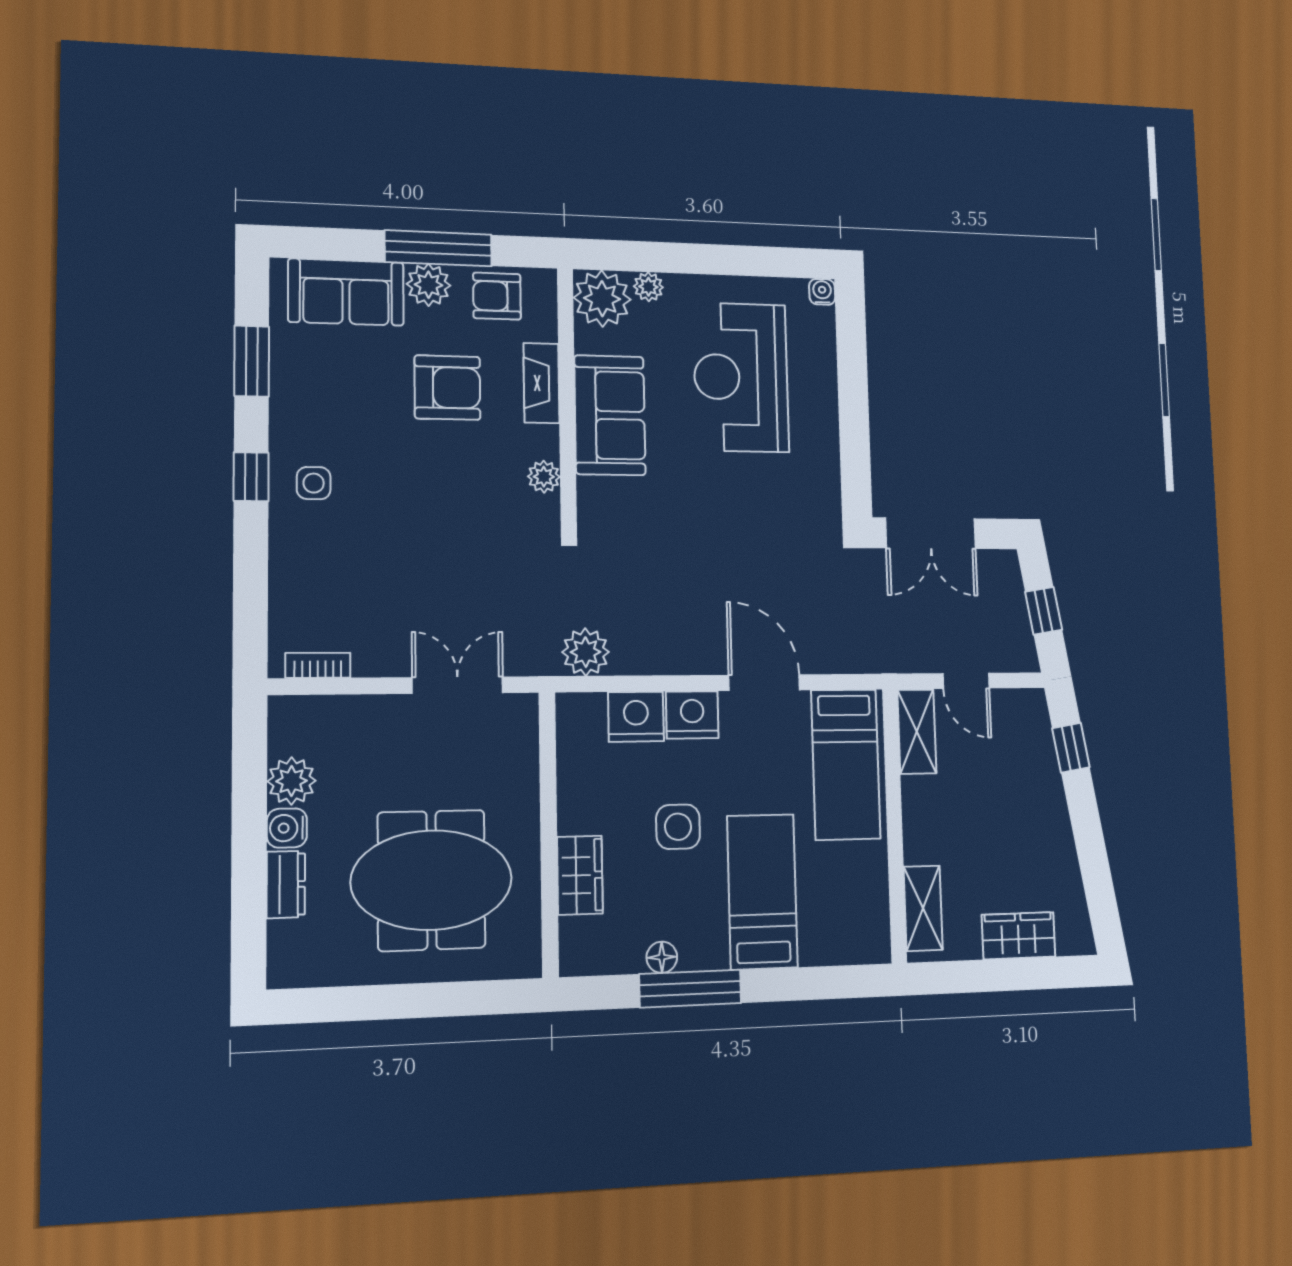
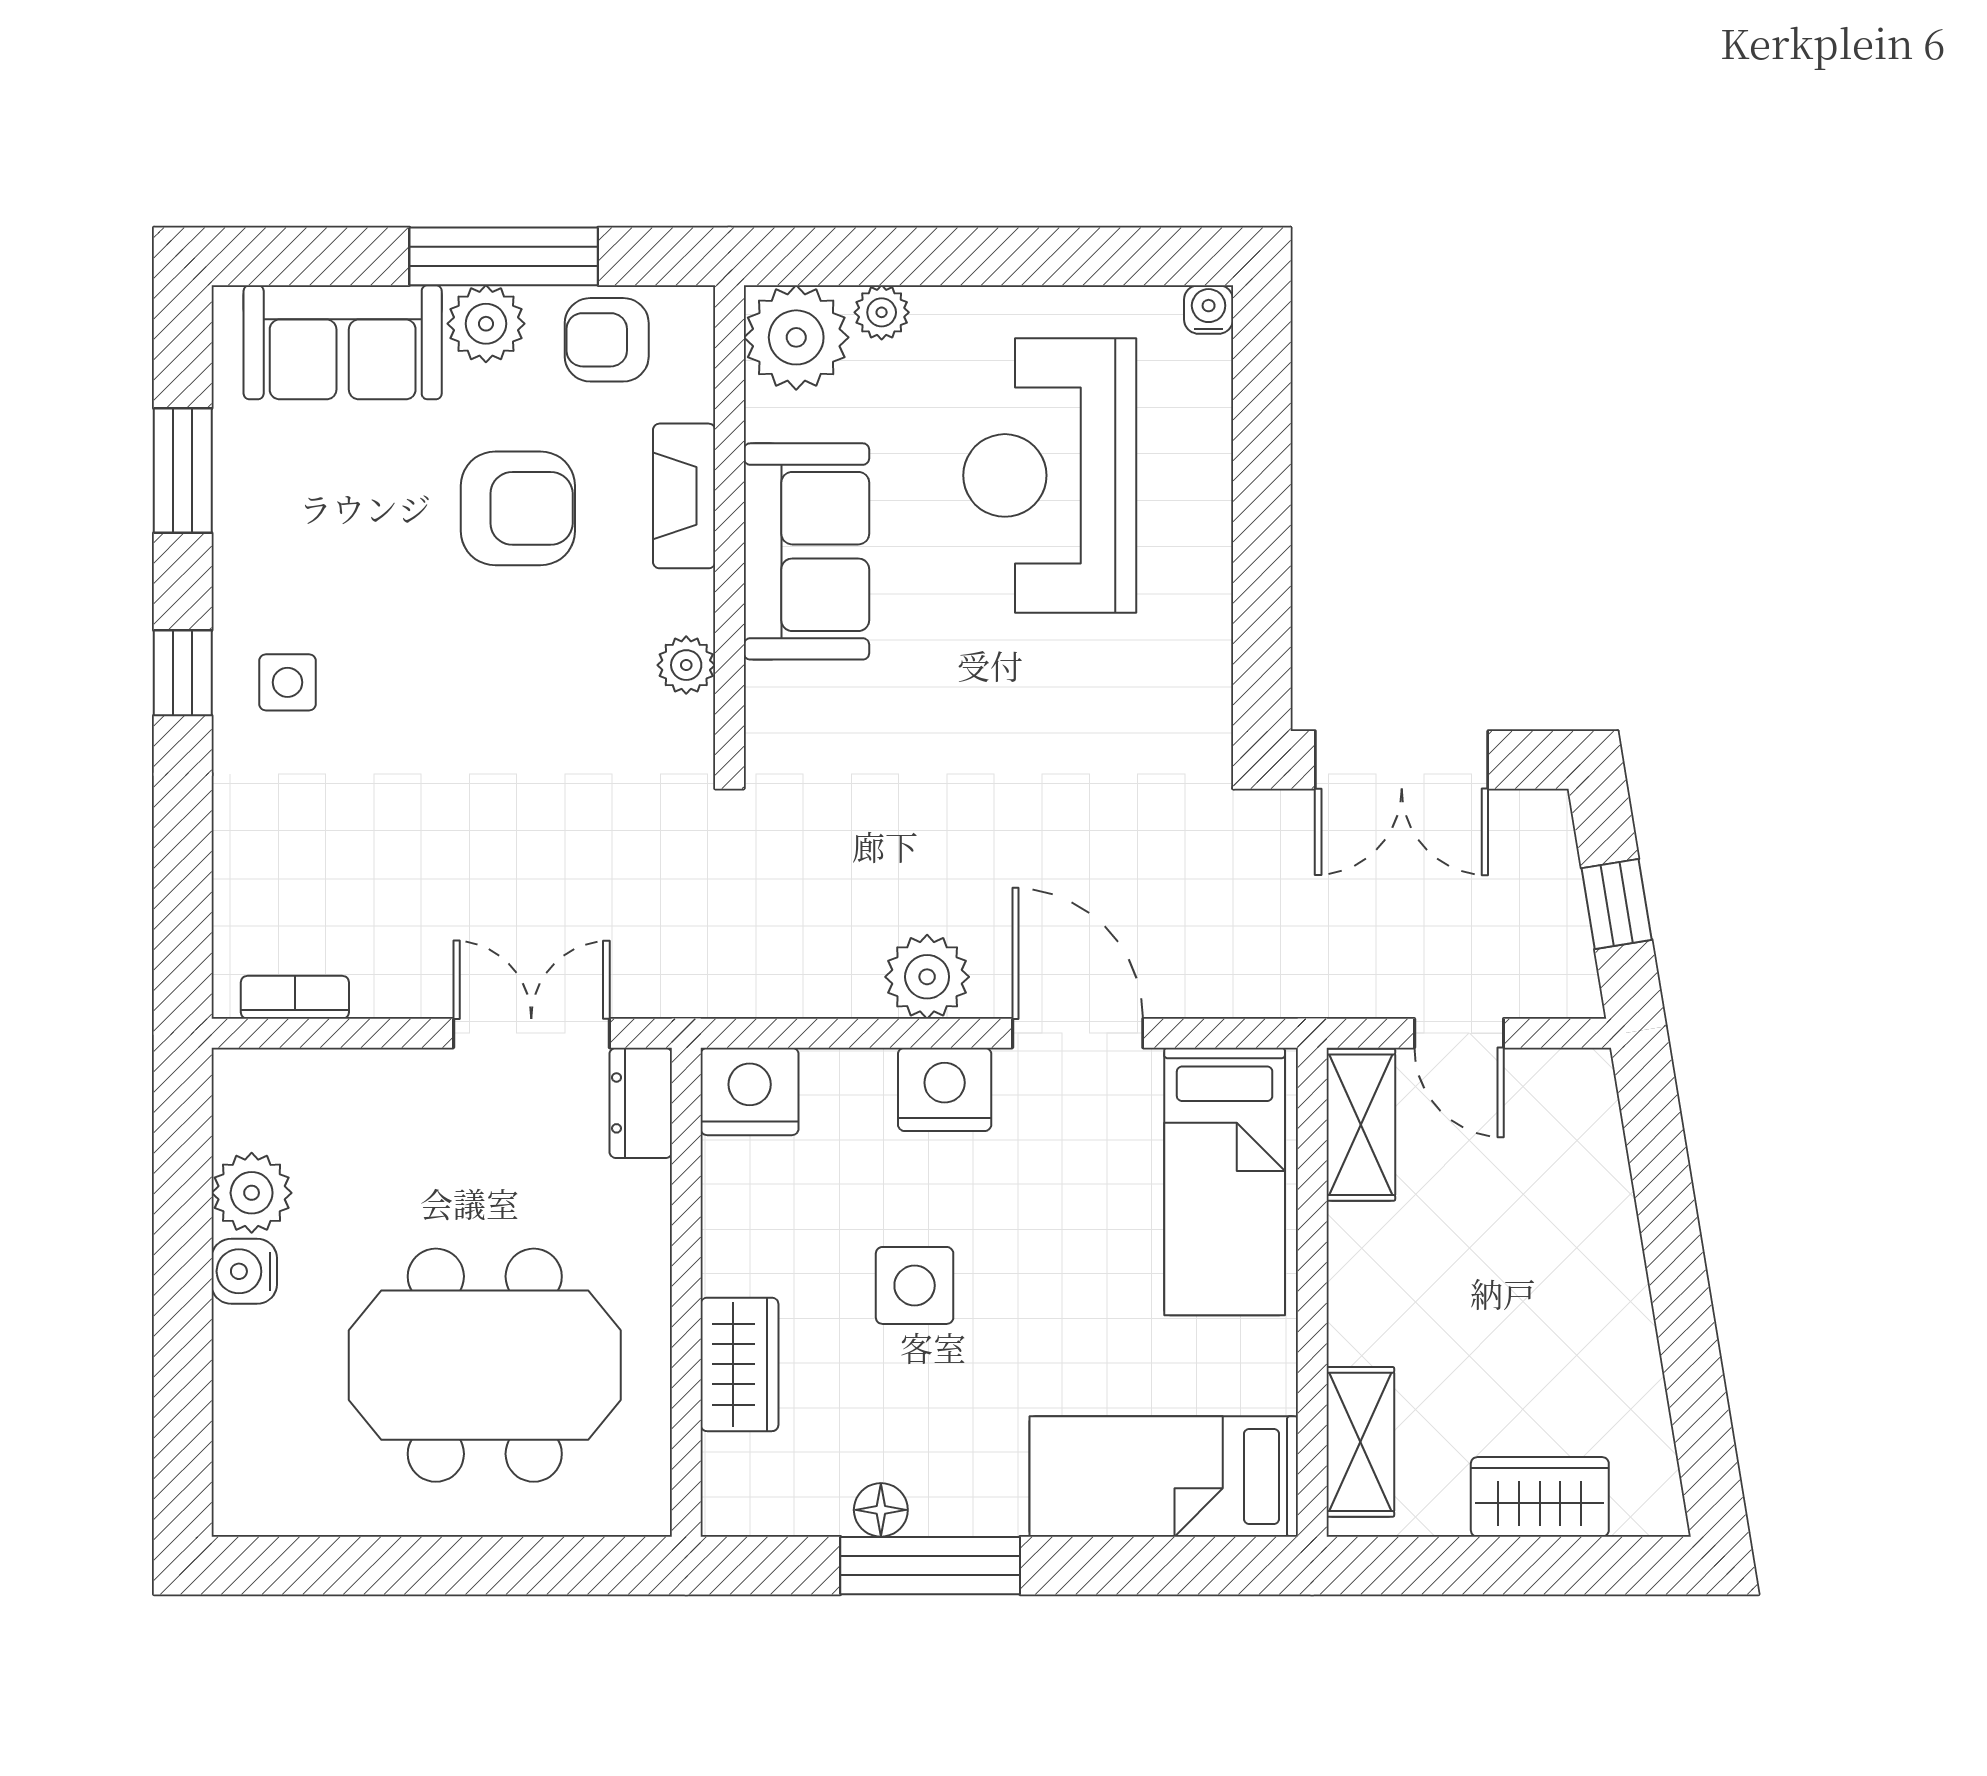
plant: (586, 652) -> (927, 977), moved
nightstand: (636, 717) -> (750, 1091), moved
window: (1071, 748) -> (1658, 1159), removed
dresser: (286, 884) -> (641, 1103), moved, turned 180
bed: (762, 891) -> (1164, 1476), moved, turned -90

